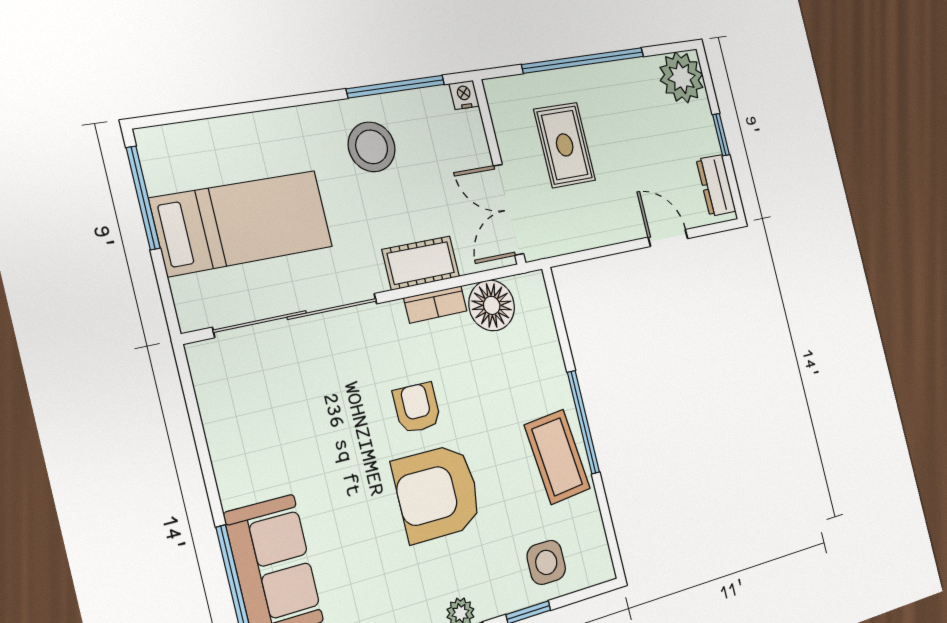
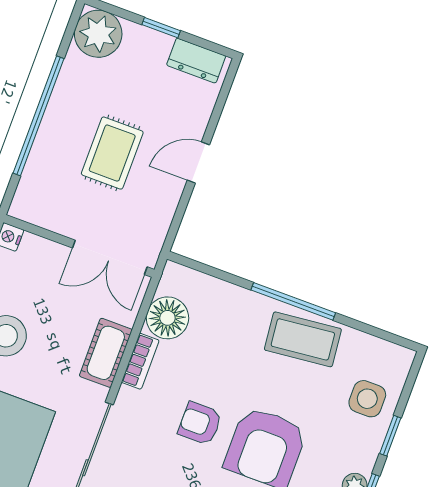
rug: (565, 145) -> (112, 153), moved, turned 90
door: (668, 238) -> (198, 162), moved

